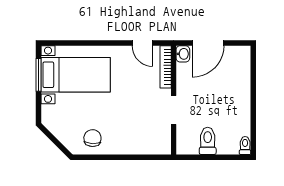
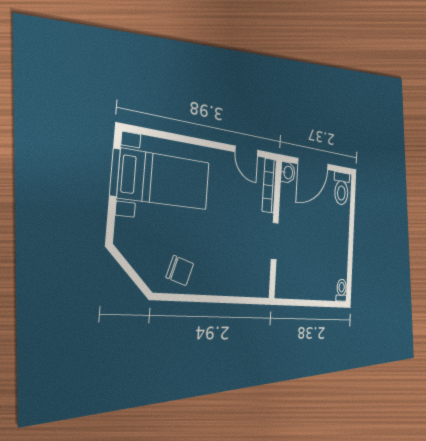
chair: (92, 138) -> (180, 270), turned 104
toilet: (208, 141) -> (342, 189), moved, turned 180

